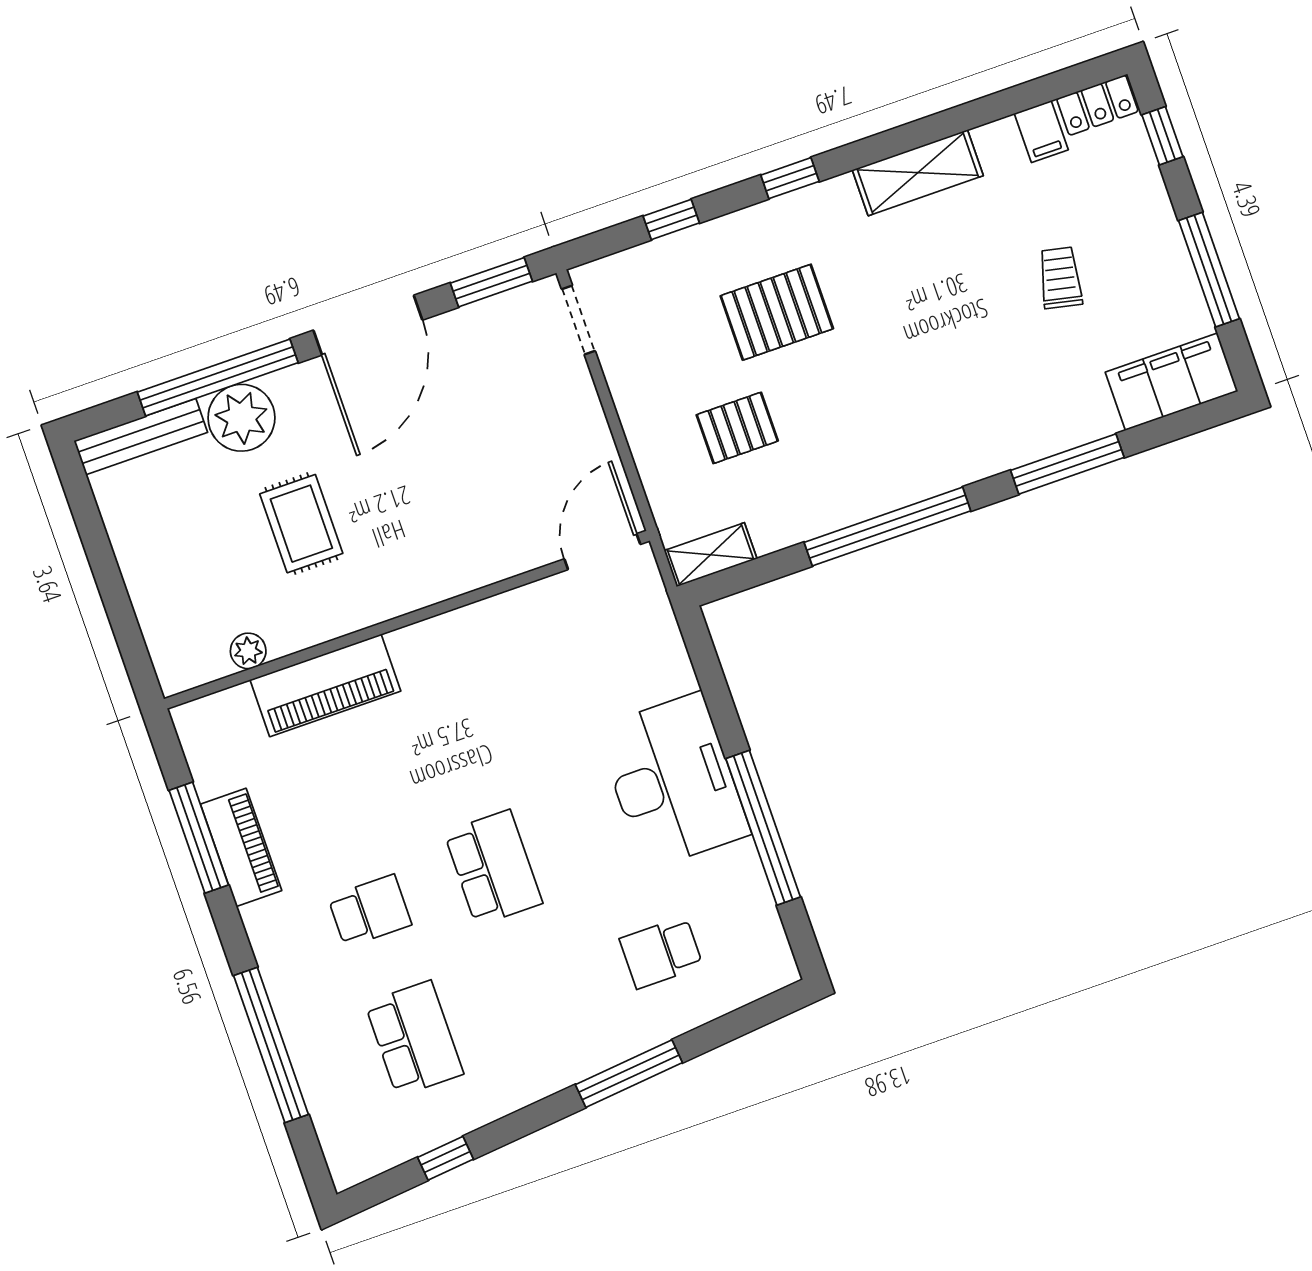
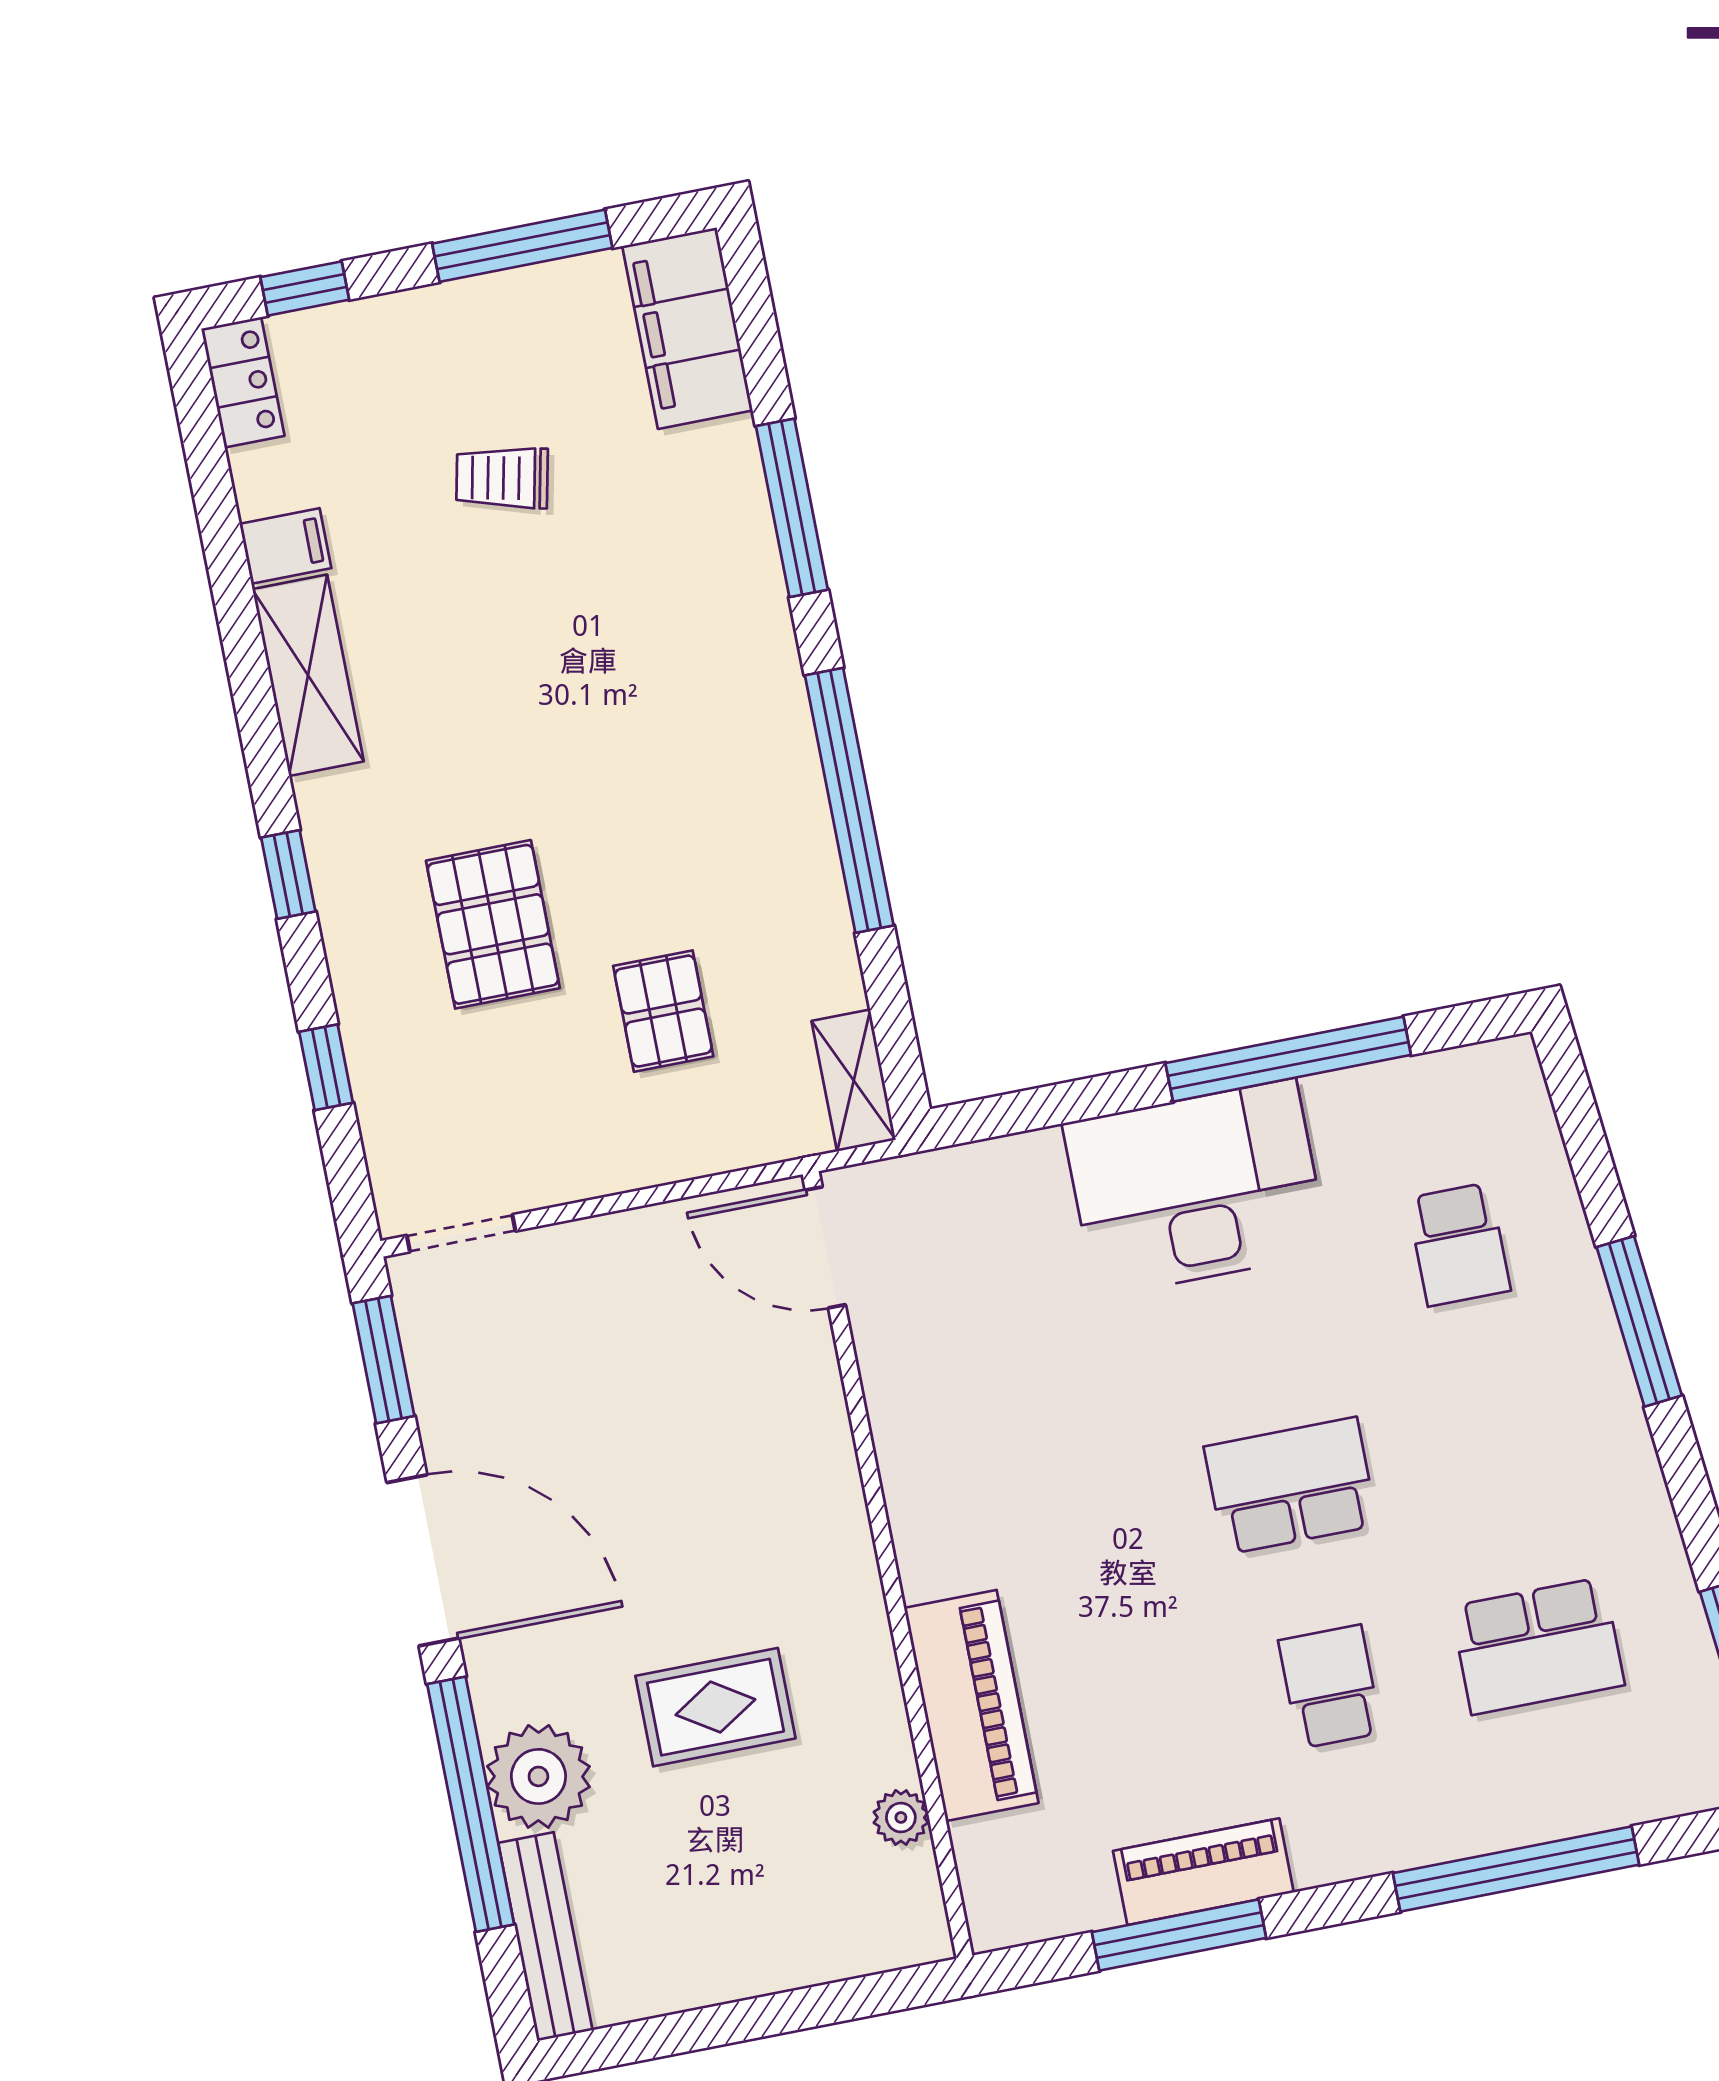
filing cabinet: (1041, 132) -> (285, 546), moved
school desk: (414, 1038) -> (1538, 1646), turned 180

